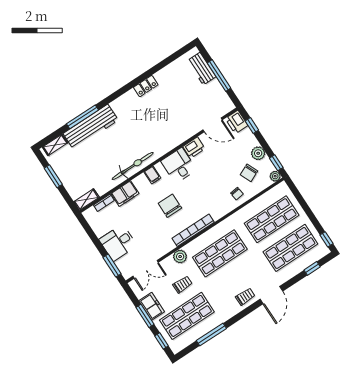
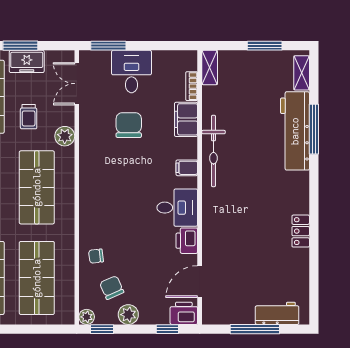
chair: (170, 206) -> (129, 125), moved, turned -90
bookcase: (193, 230) -> (86, 173), removed

